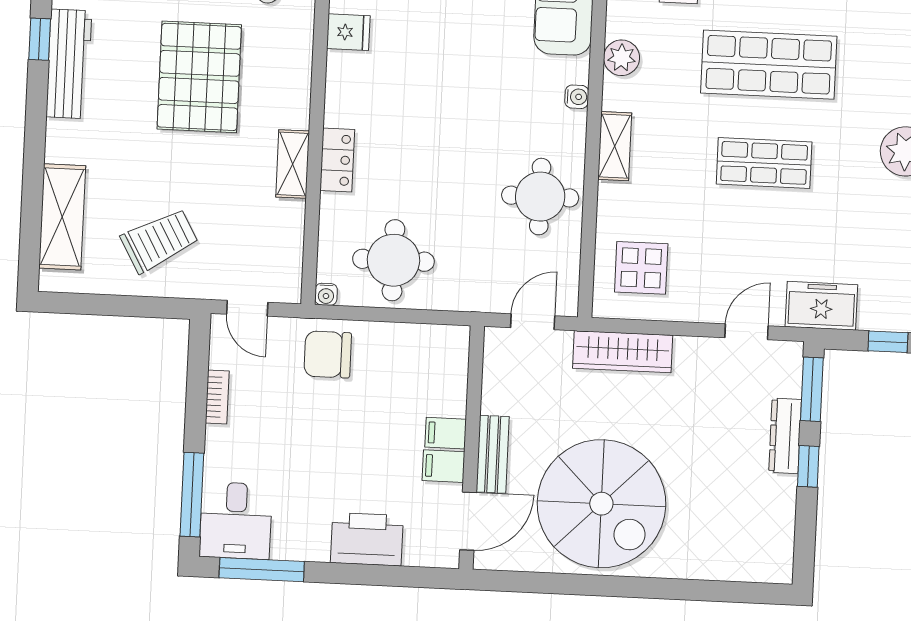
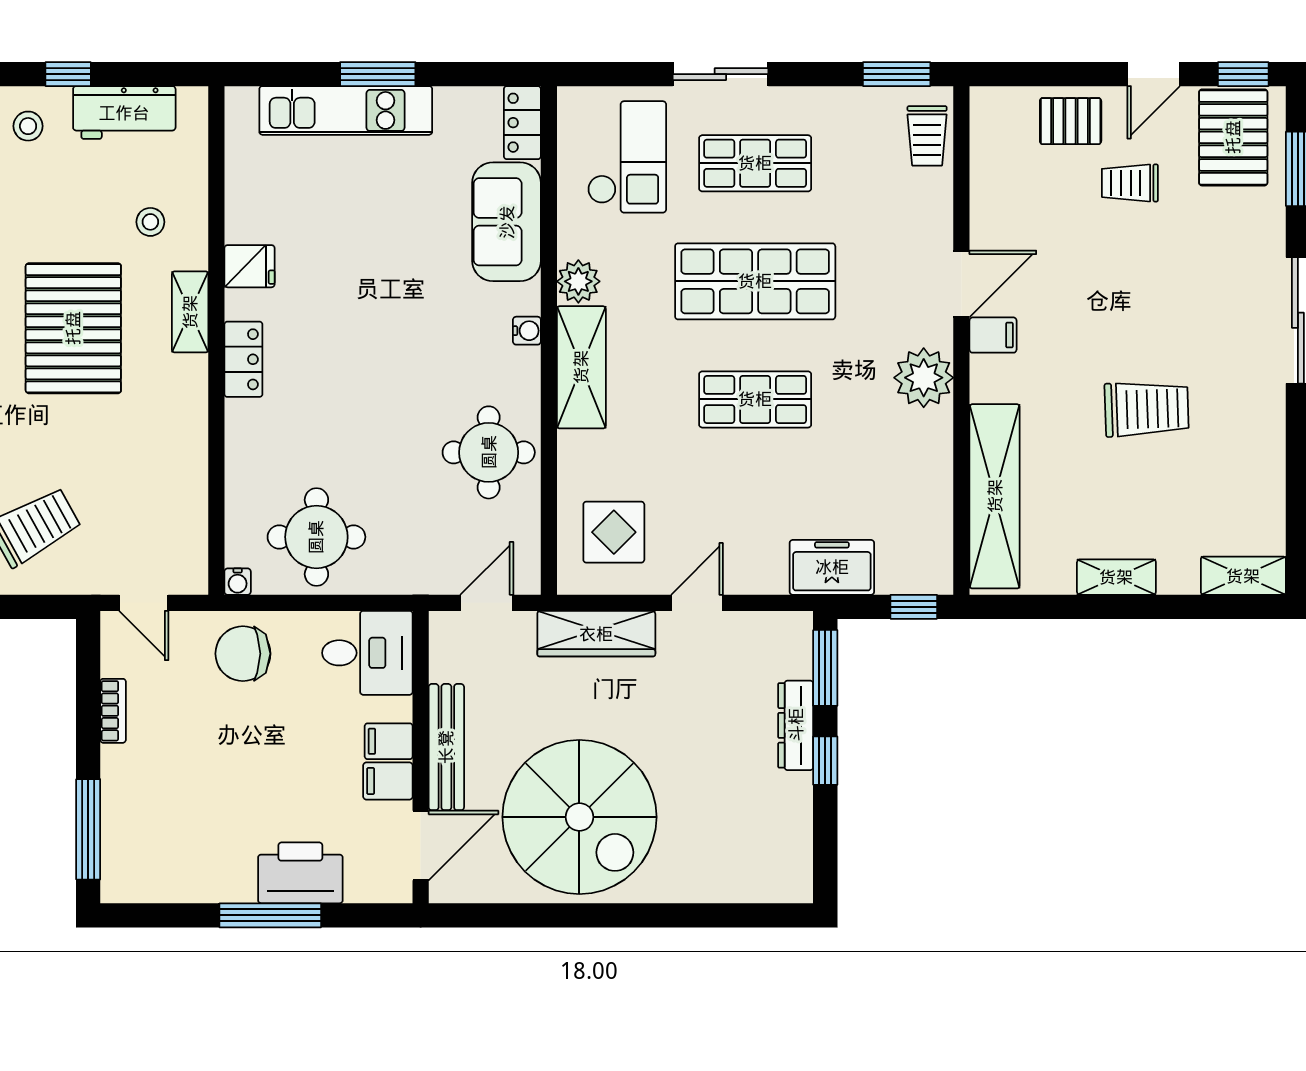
shelving: (615, 146) -> (581, 367), width x1.50, depth x1.33
locker: (337, 160) -> (243, 359), moved
shelving: (293, 164) -> (190, 312), moved
door: (746, 332) -> (697, 603), moved
bench: (493, 454) -> (446, 747), width x1.36
desk: (236, 521) -> (367, 653), moved, turned -90
window: (262, 570) -> (270, 915), moved

